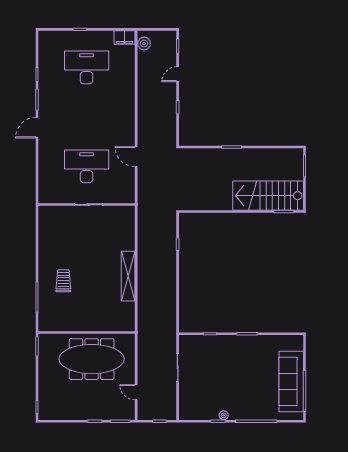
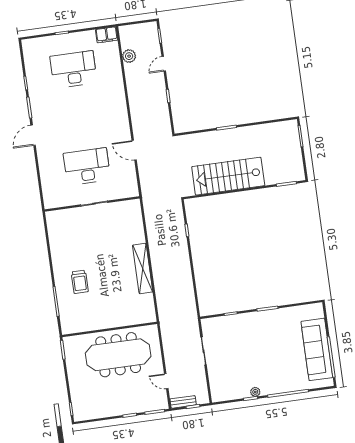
plant: (144, 43) -> (129, 56), moved
stairs: (268, 196) -> (228, 176), moved
trolley: (63, 281) -> (80, 282), turned 180
bench: (150, 415) -> (183, 402), added

